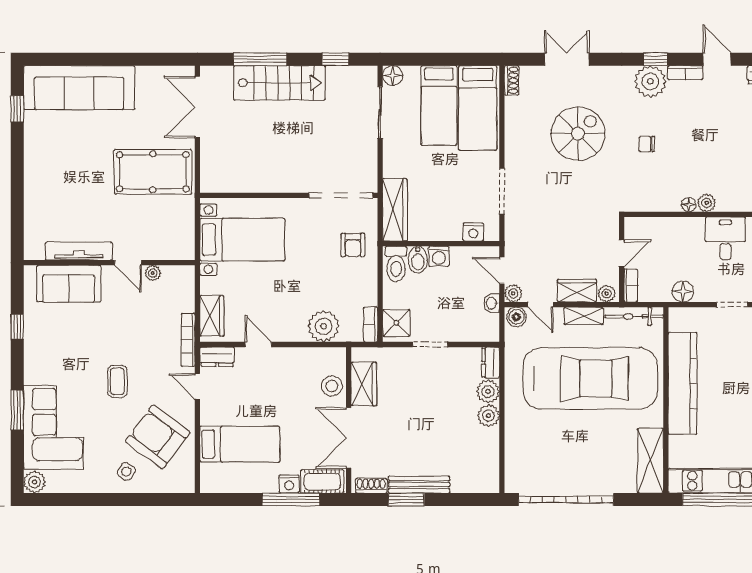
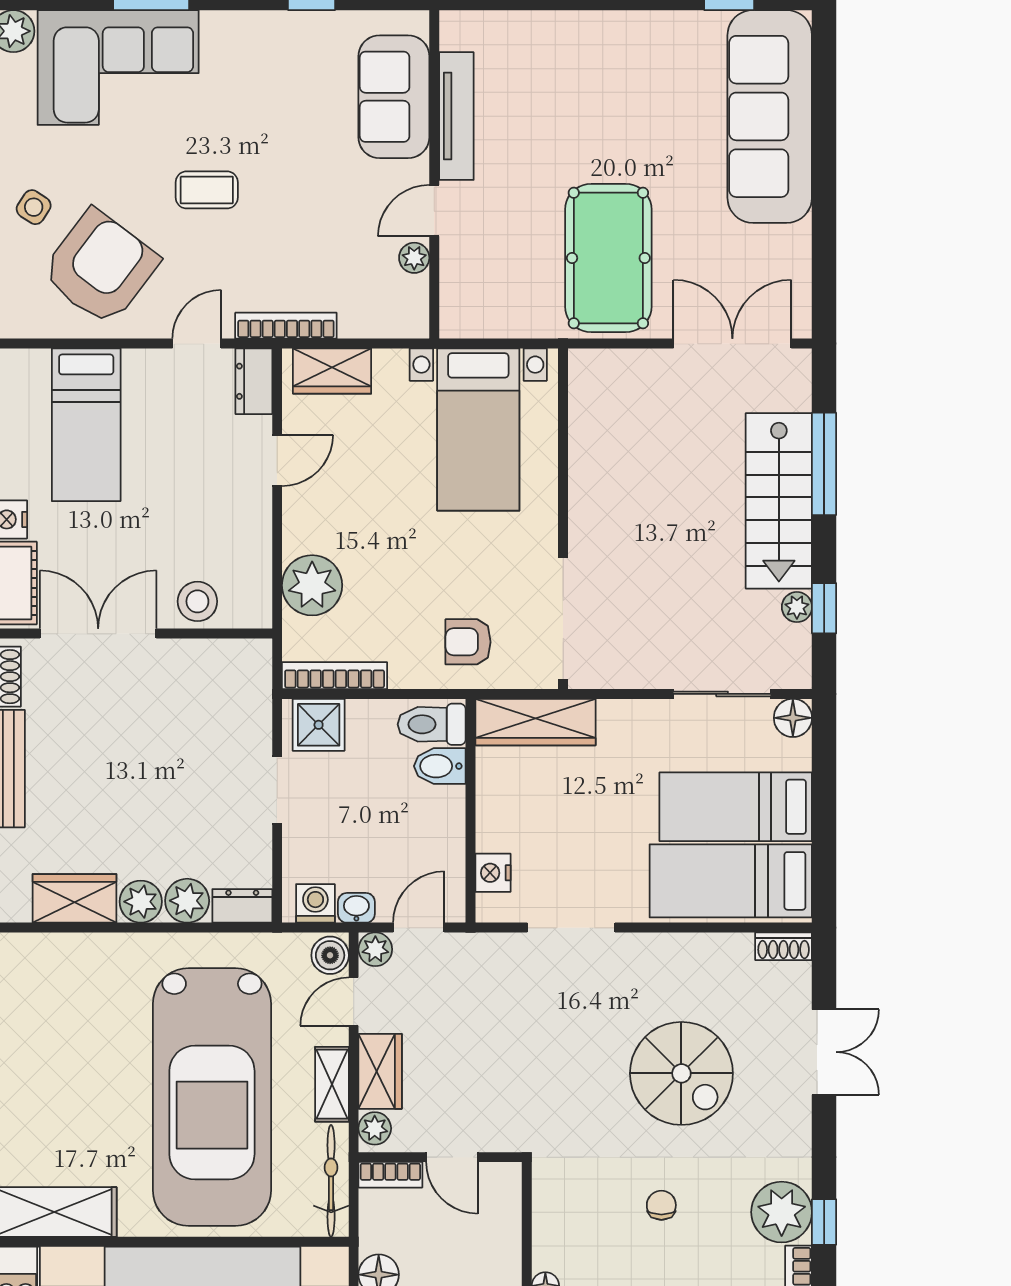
plant: (335, 73) -> (797, 607), added
washing machine: (439, 256) -> (315, 903), moved, turned 90
bookcase: (371, 324) -> (335, 676), width x1.56
wardrobe: (364, 384) -> (74, 898), moved, turned 180

